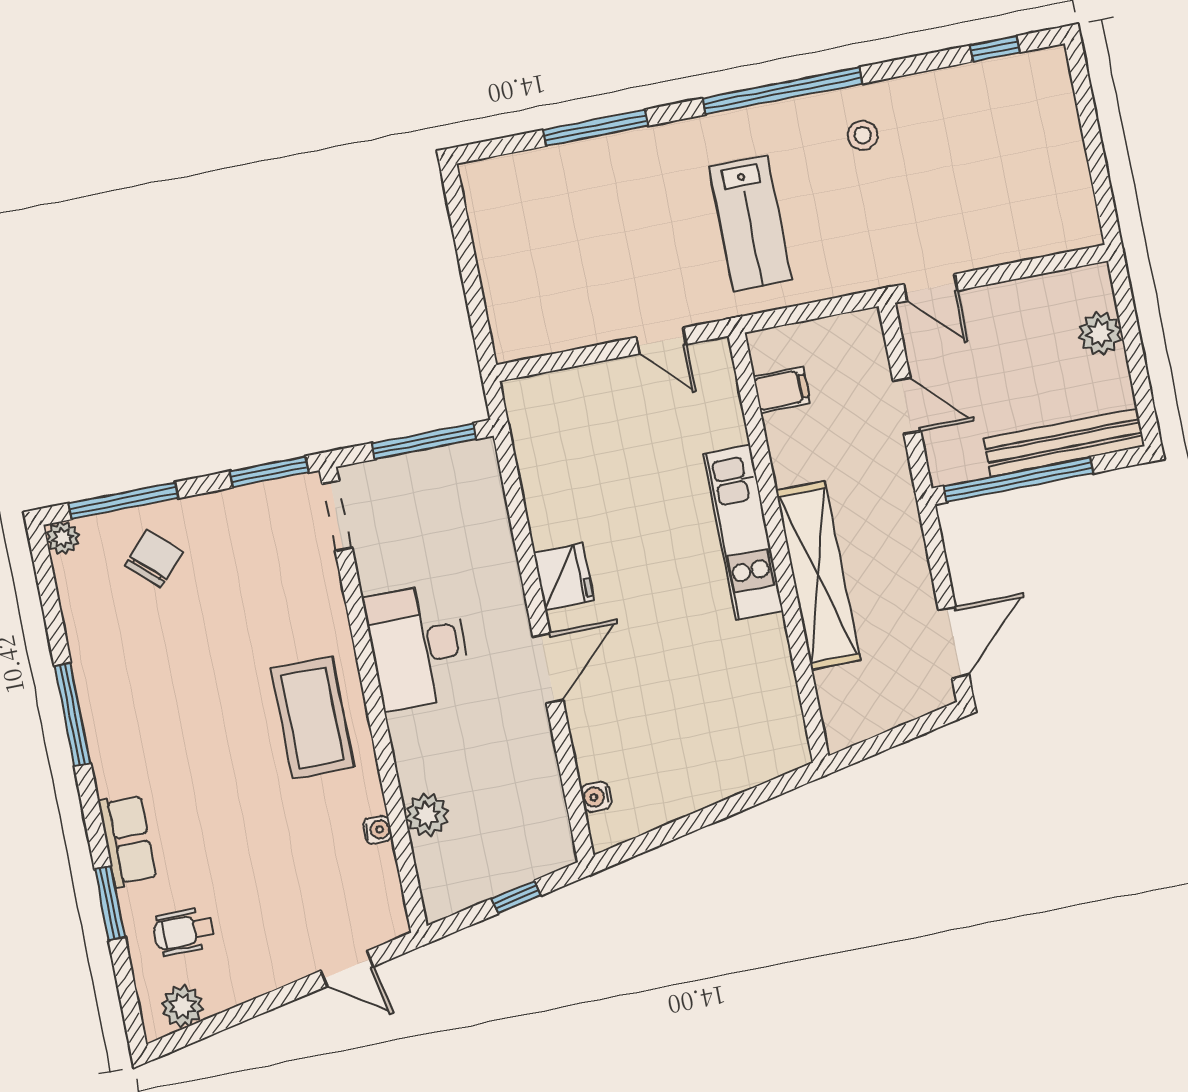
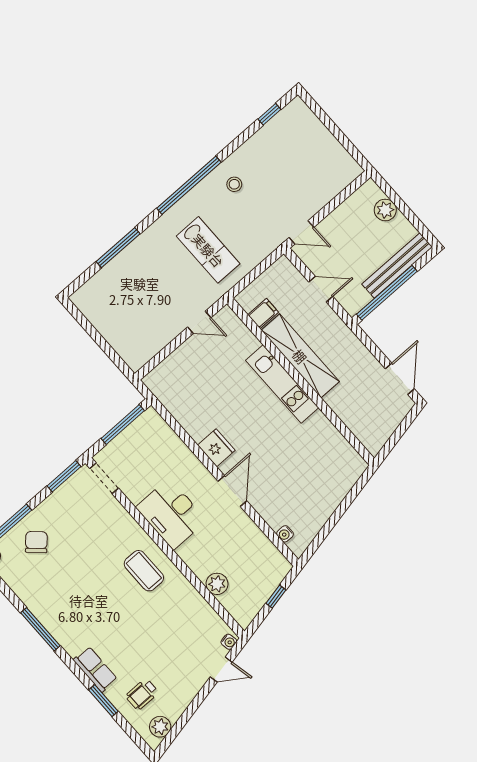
shelving: (818, 575) -> (300, 356), moved
coffee table: (312, 718) -> (144, 571), width x0.73, depth x0.76
water cooler: (378, 830) -> (229, 642), moved, turned 78

